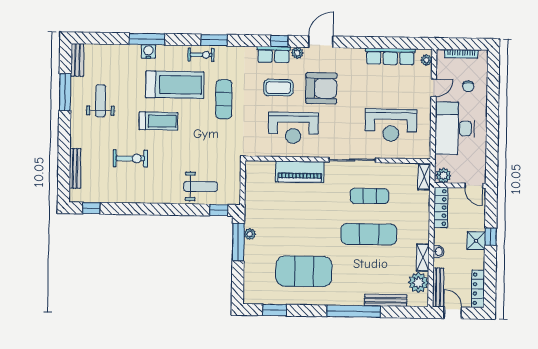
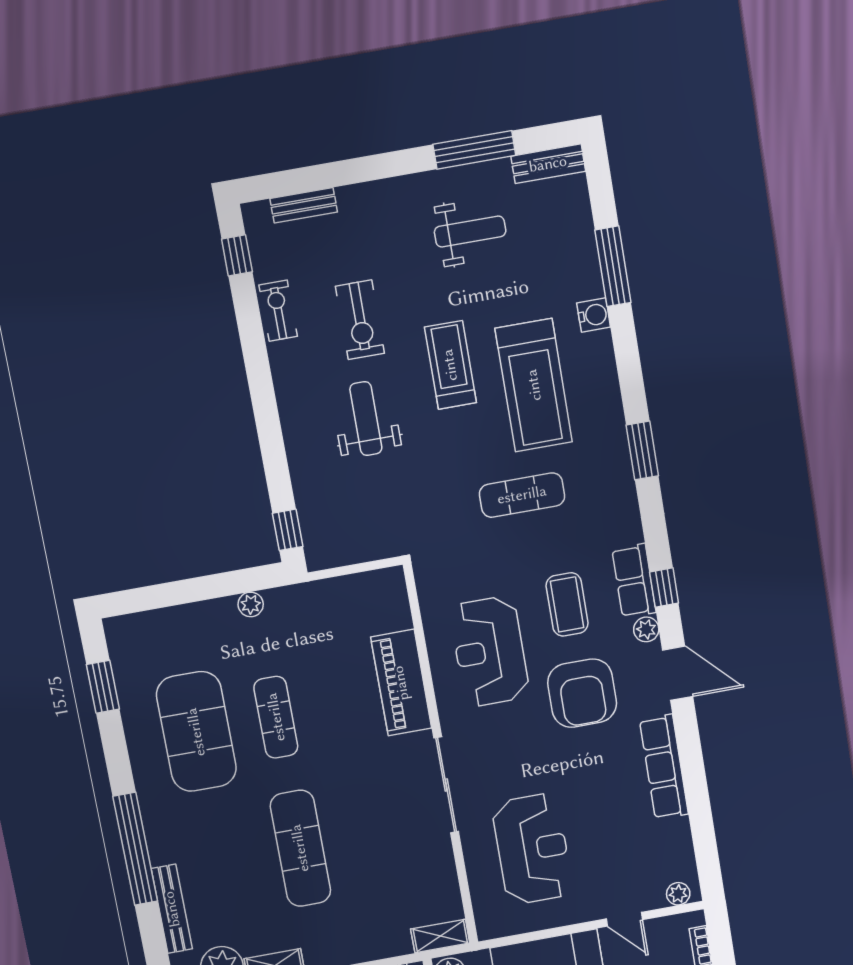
window: (147, 39) -> (613, 266), moved
exercise bike: (201, 55) -> (278, 311), moved, turned 180
row of seats: (390, 56) -> (664, 767), moved
treadmill: (158, 121) -> (450, 365), turned 180
reception desk: (391, 125) -> (532, 849), turned 180
bench: (75, 168) -> (304, 205), width x0.73
weight bench: (201, 186) -> (366, 419), moved, turned 180
exercise mat: (369, 196) -> (276, 717), moved
window: (238, 242) -> (229, 584), removed

